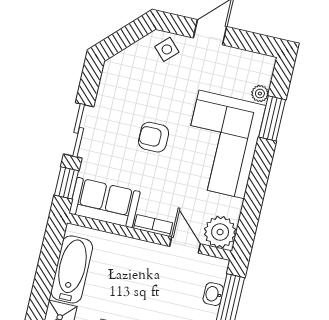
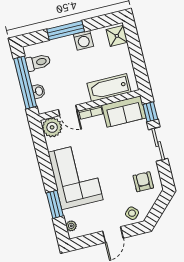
plant: (260, 93) -> (71, 226), moved
armchair: (154, 137) -> (143, 182), moved, turned -90
bathtub: (72, 269) -> (109, 88), moved, turned 90

